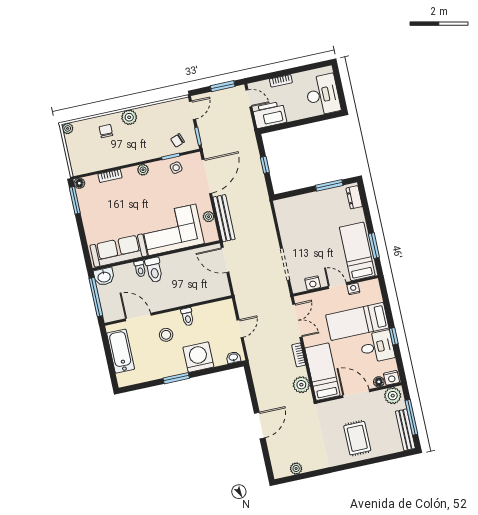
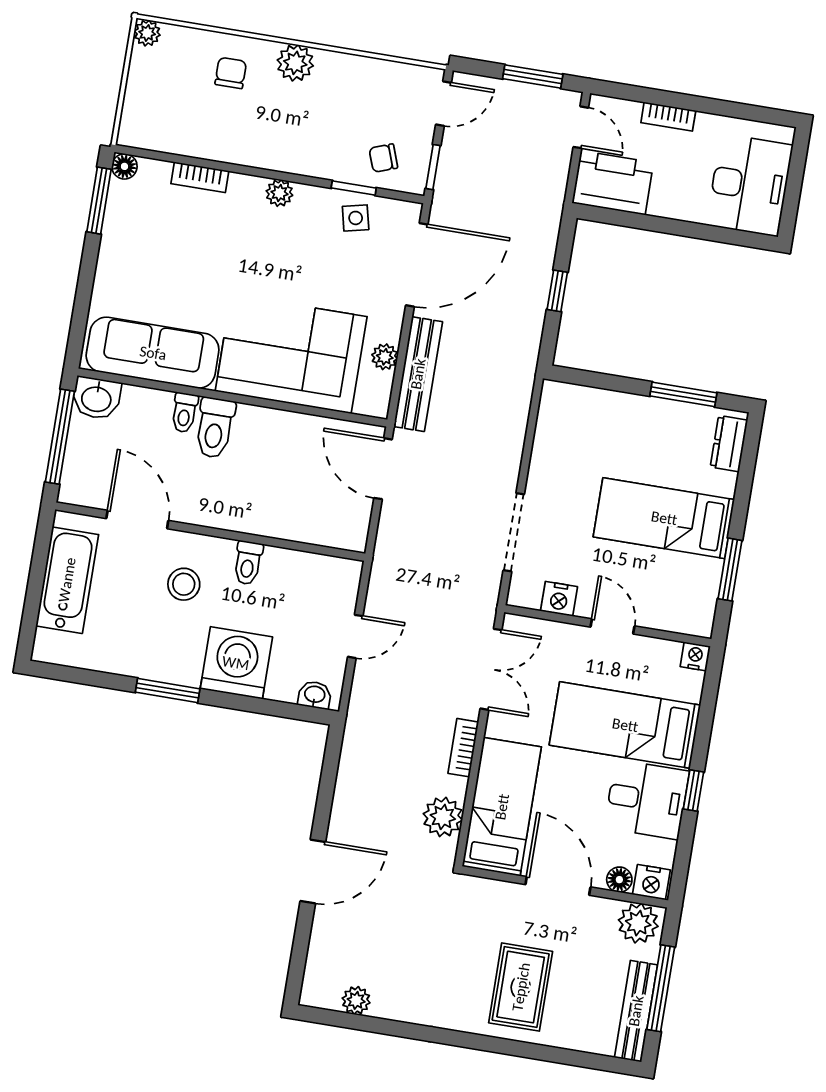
bed: (357, 251) -> (664, 518), moved, turned -90
nightstand: (353, 289) -> (695, 656), moved

